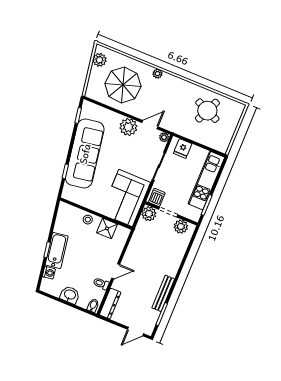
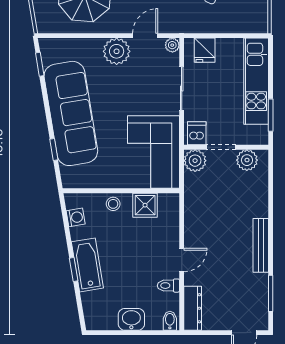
washing machine: (49, 273) -> (76, 217), moved
bench: (163, 293) -> (261, 245), moved

